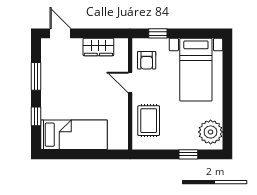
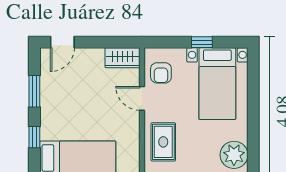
door: (60, 33) -> (62, 42), swing flipped
window: (158, 33) -> (202, 42), moved
wardrobe: (98, 47) -> (122, 58), moved

